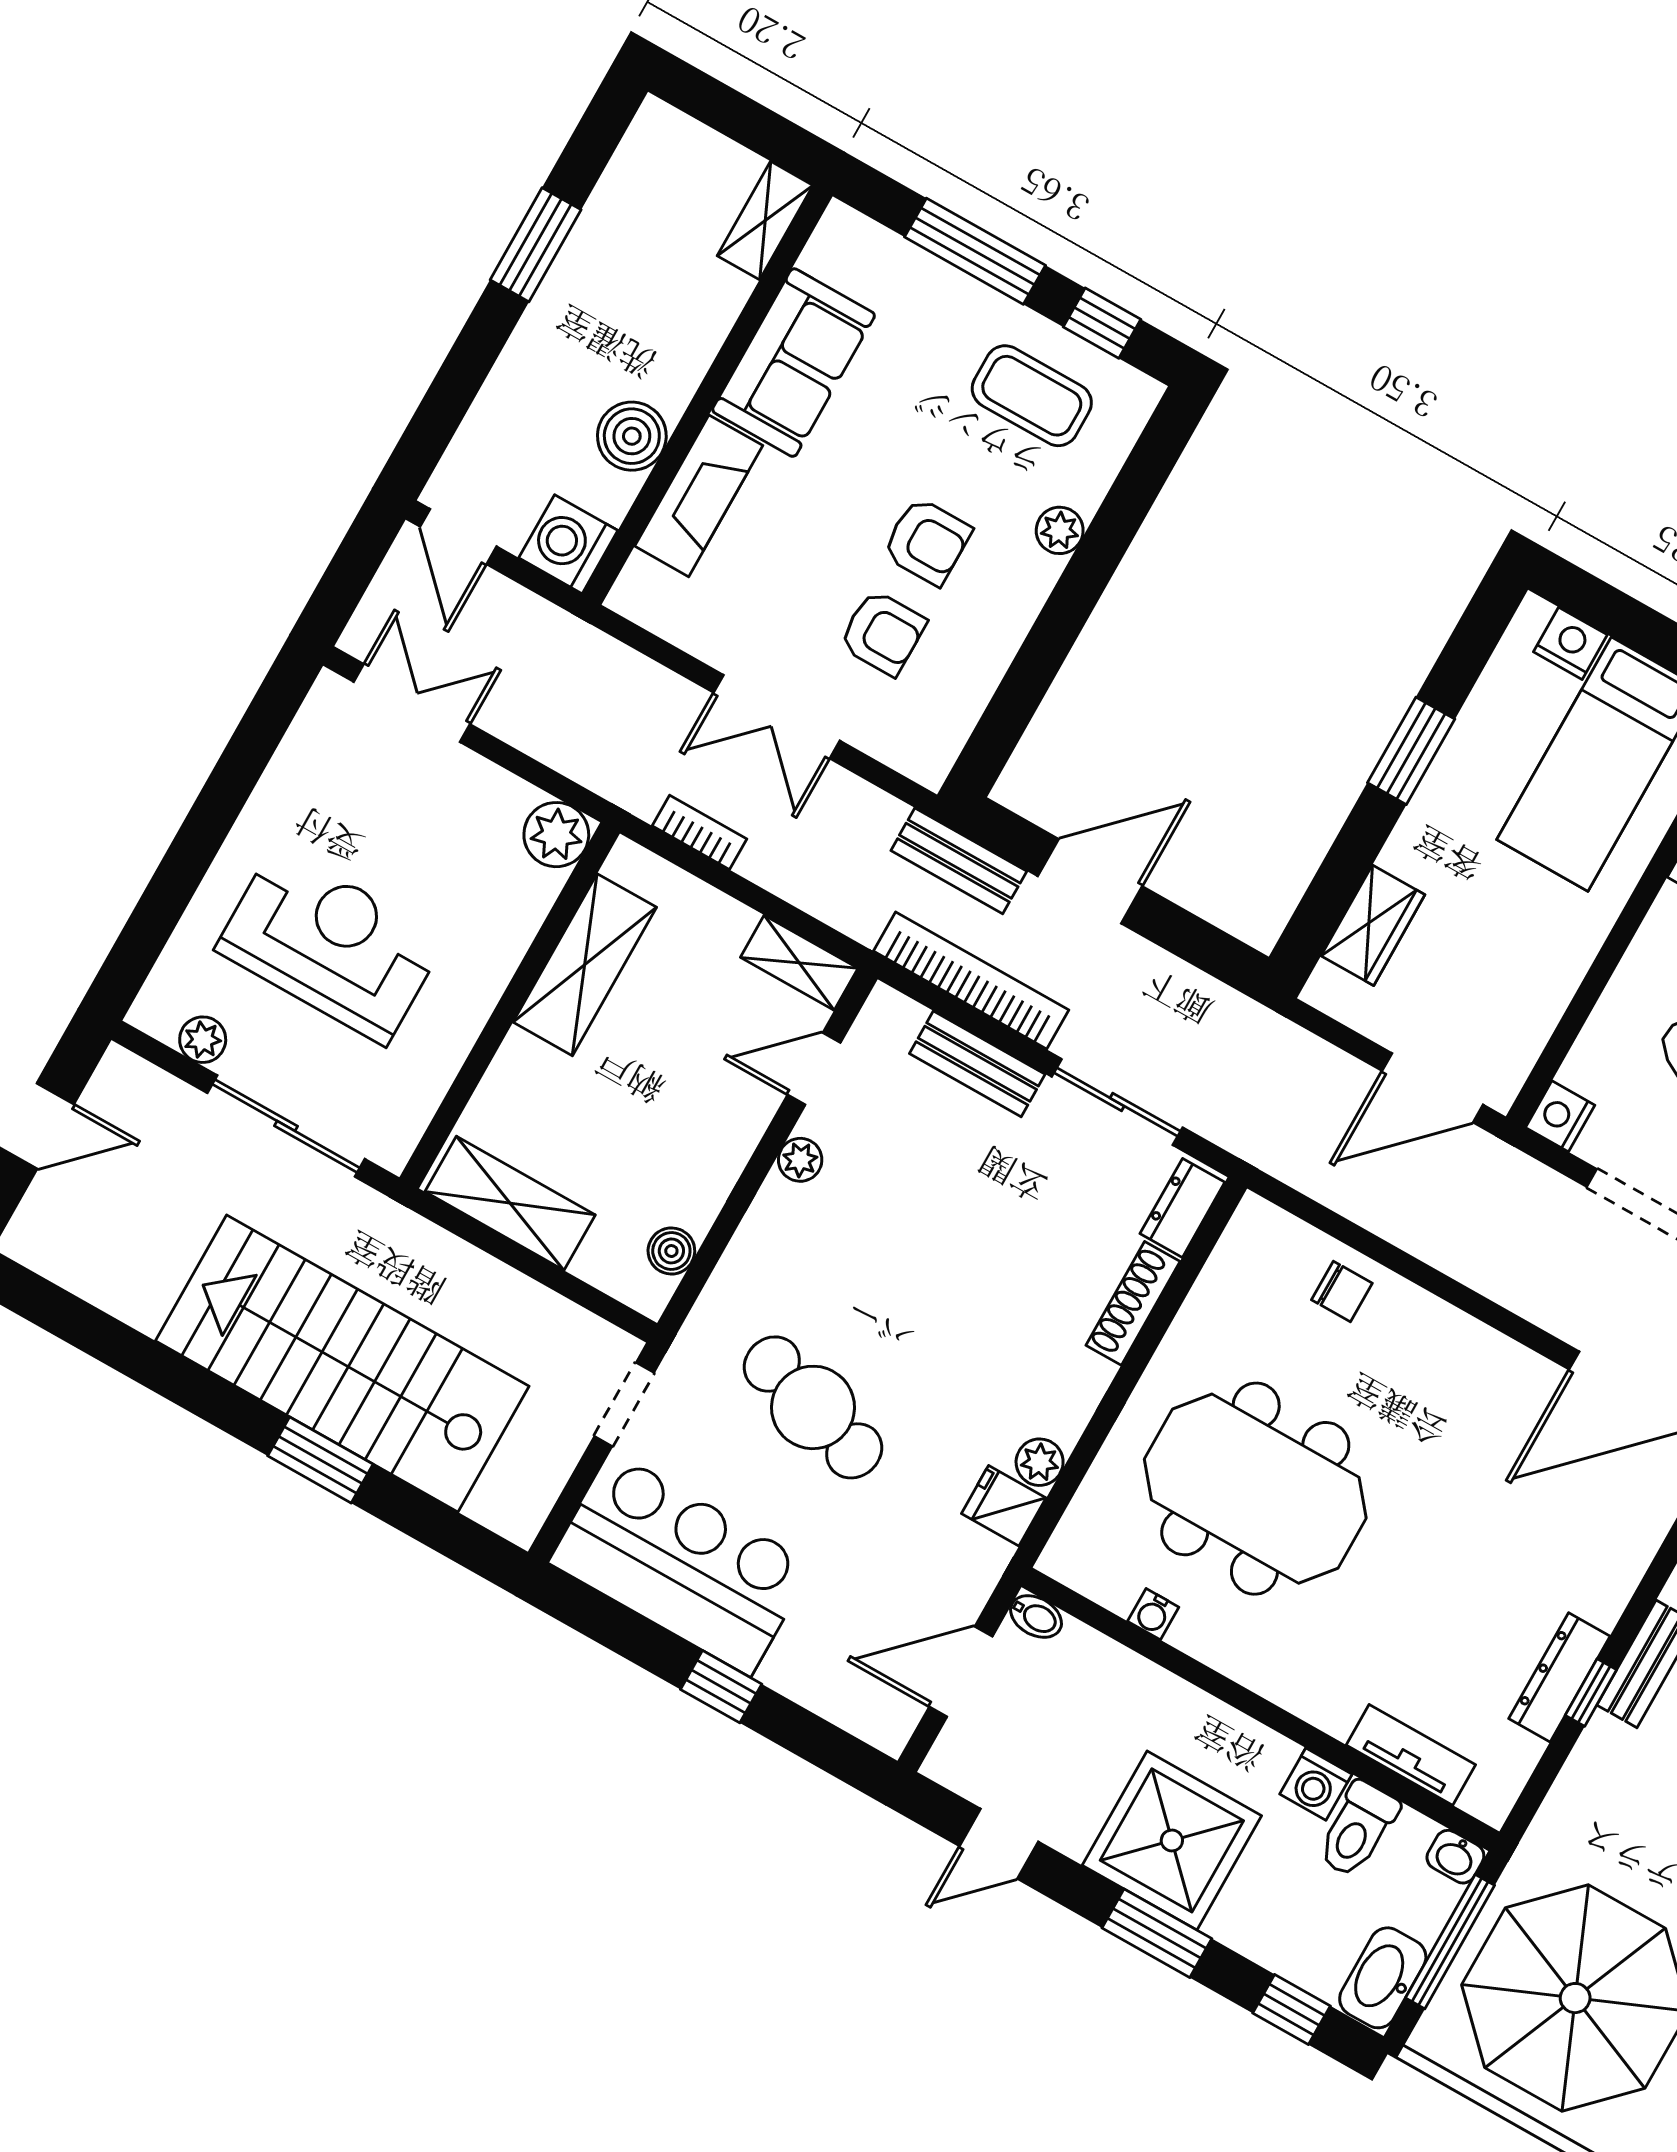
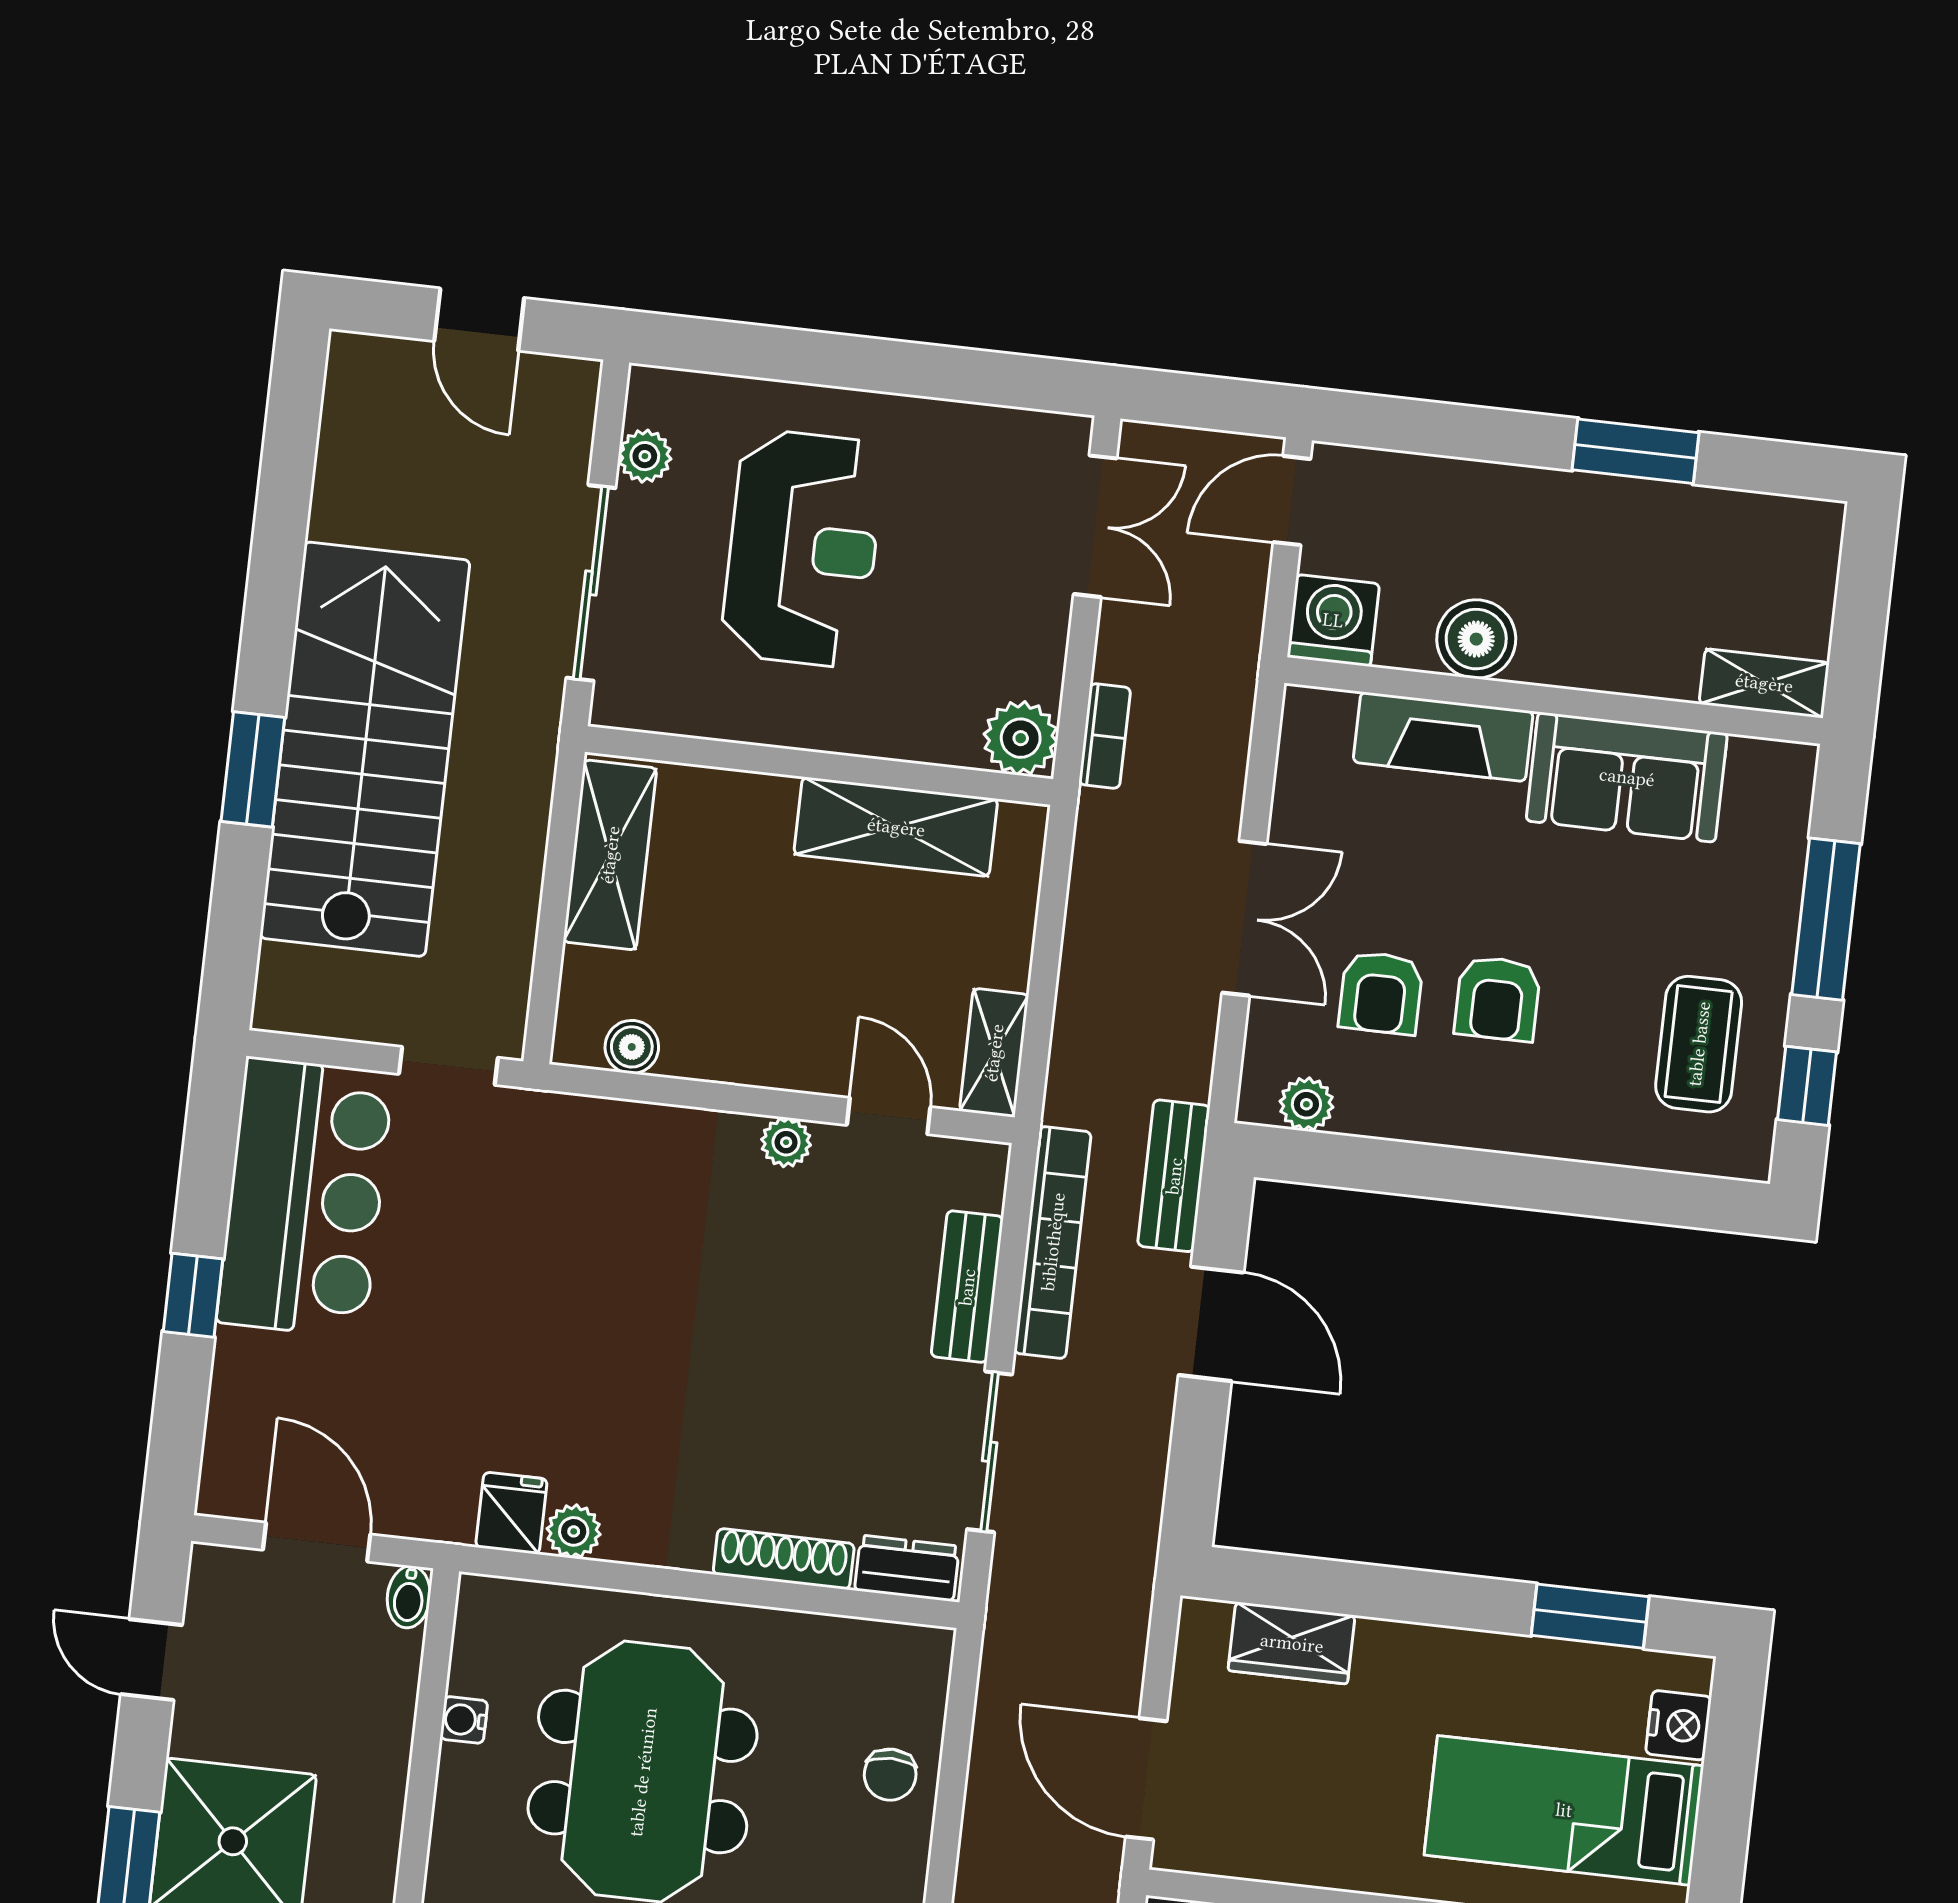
plant: (1060, 530) -> (1306, 1104), moved
double door: (777, 717) -> (1244, 918), swing flipped
window: (1411, 751) -> (1590, 1616), moved
bookcase: (699, 832) -> (1105, 736), moved
cafe table: (813, 1407) -> (530, 1267), removed

